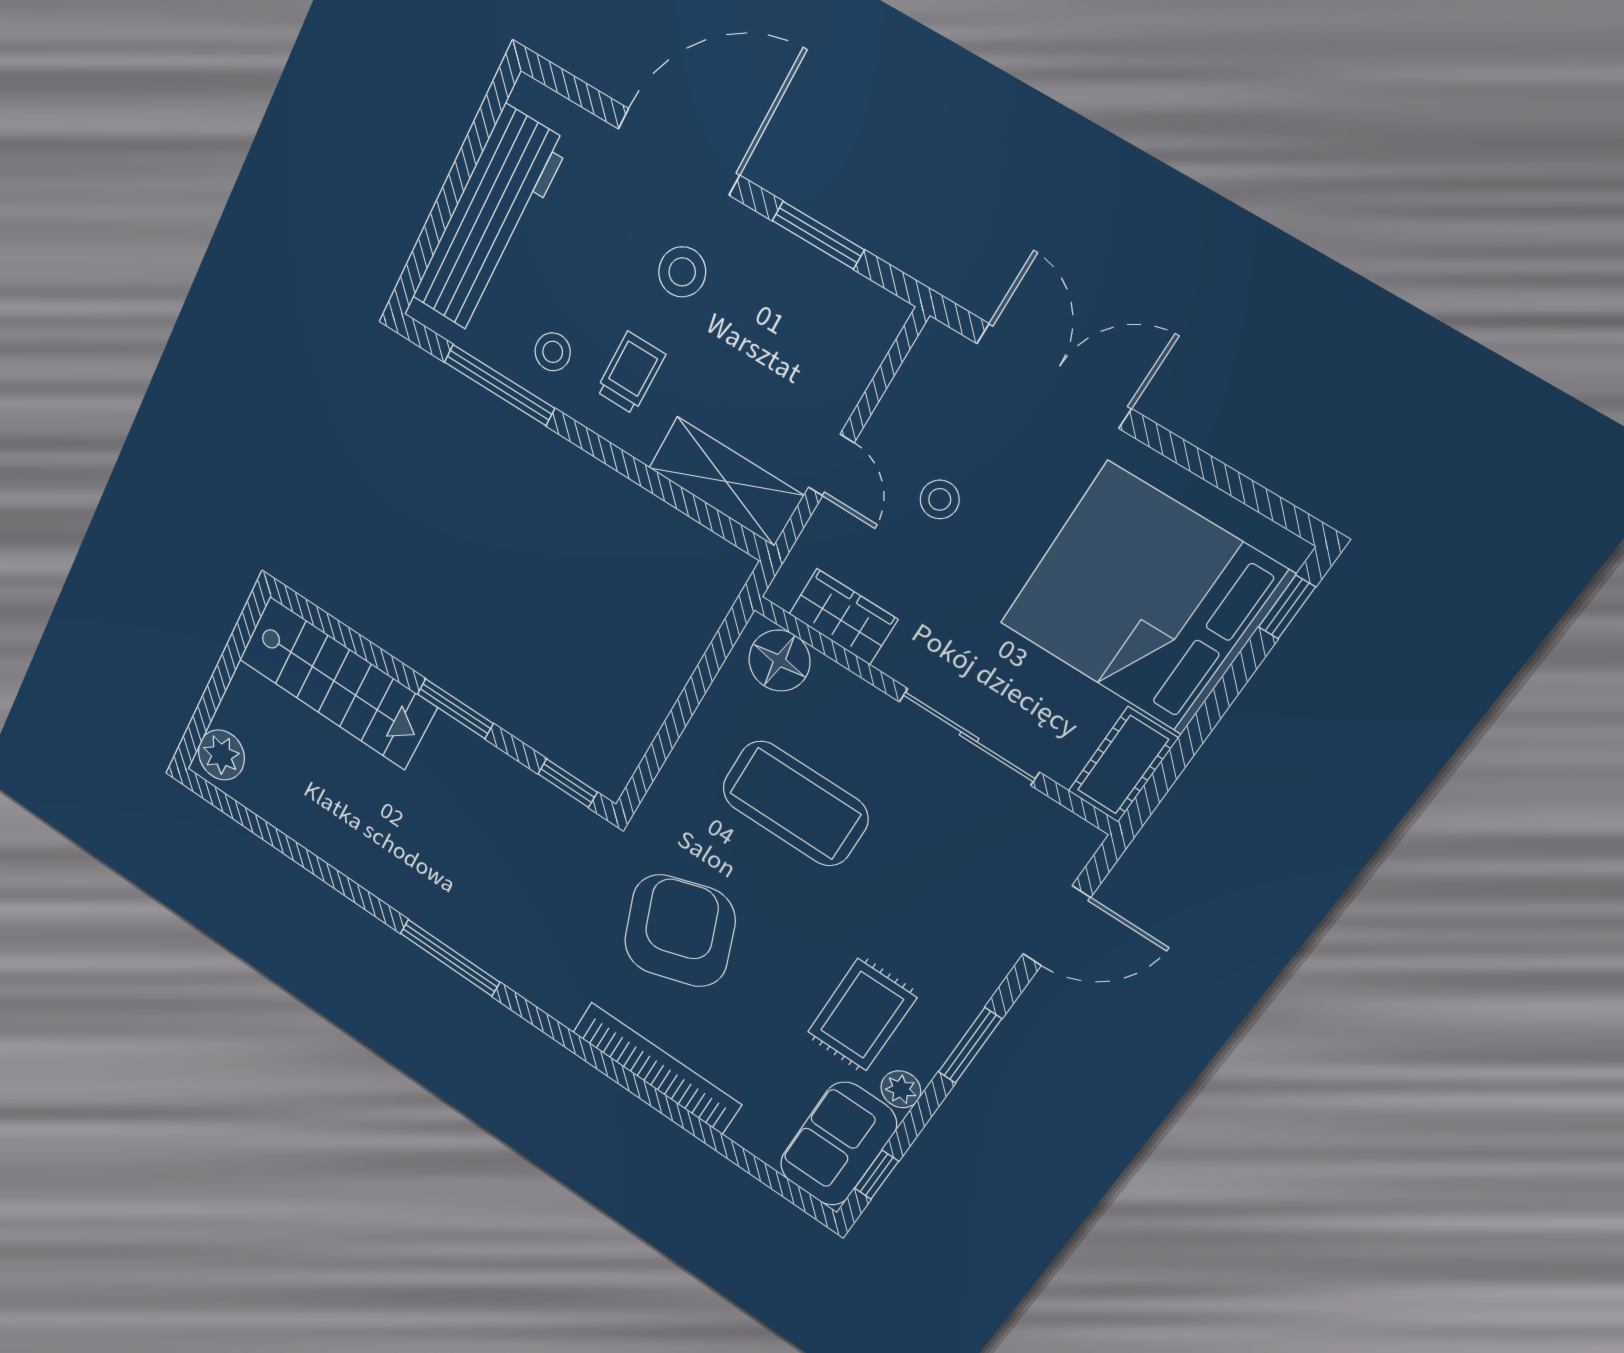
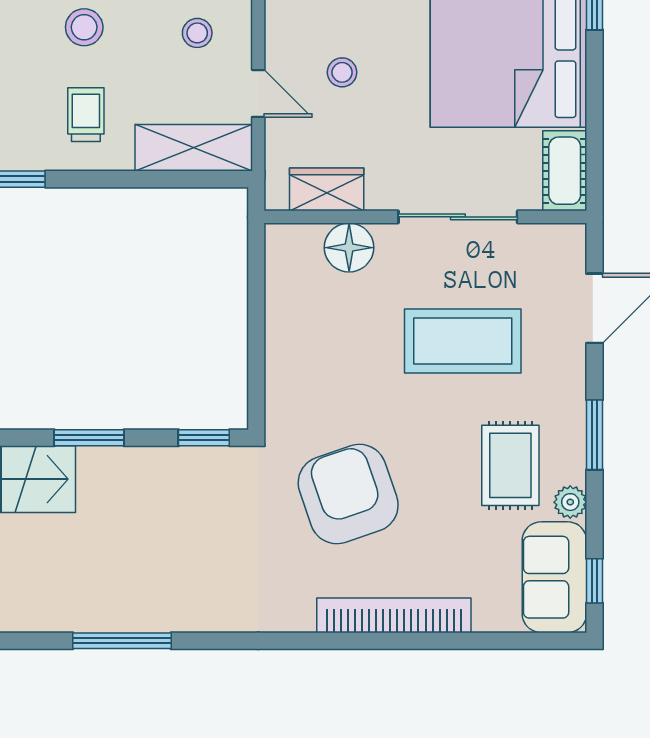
stool: (553, 352) -> (197, 33), moved
floor lamp: (779, 661) -> (349, 248), moved
coffee table: (795, 804) -> (463, 341), moved
window: (450, 958) -> (122, 641), moved

